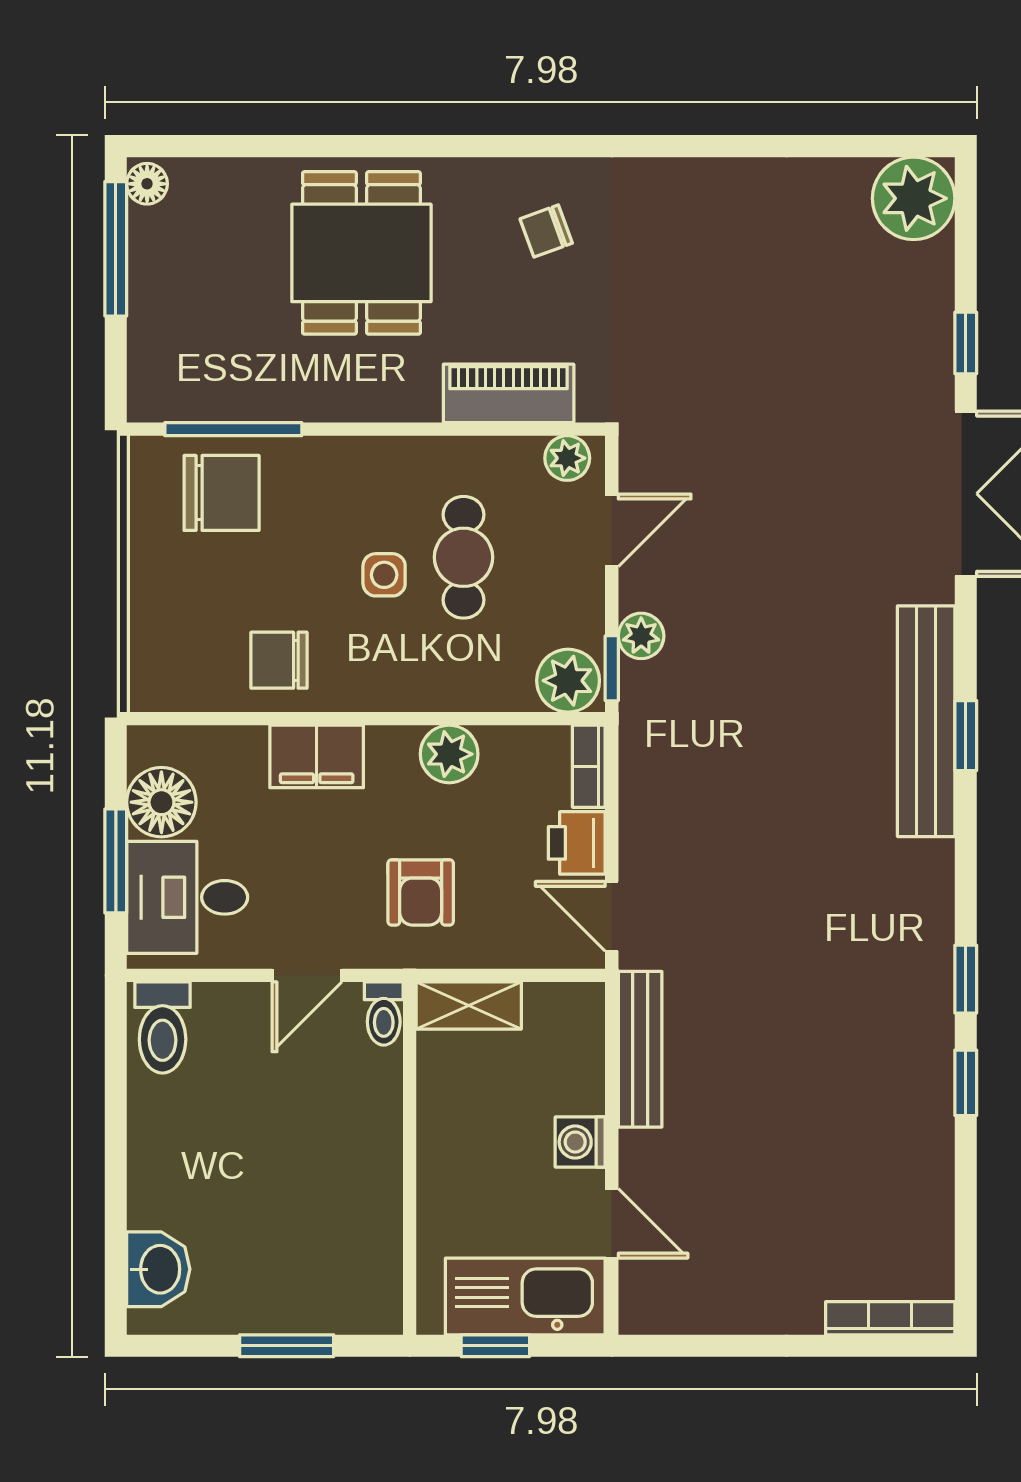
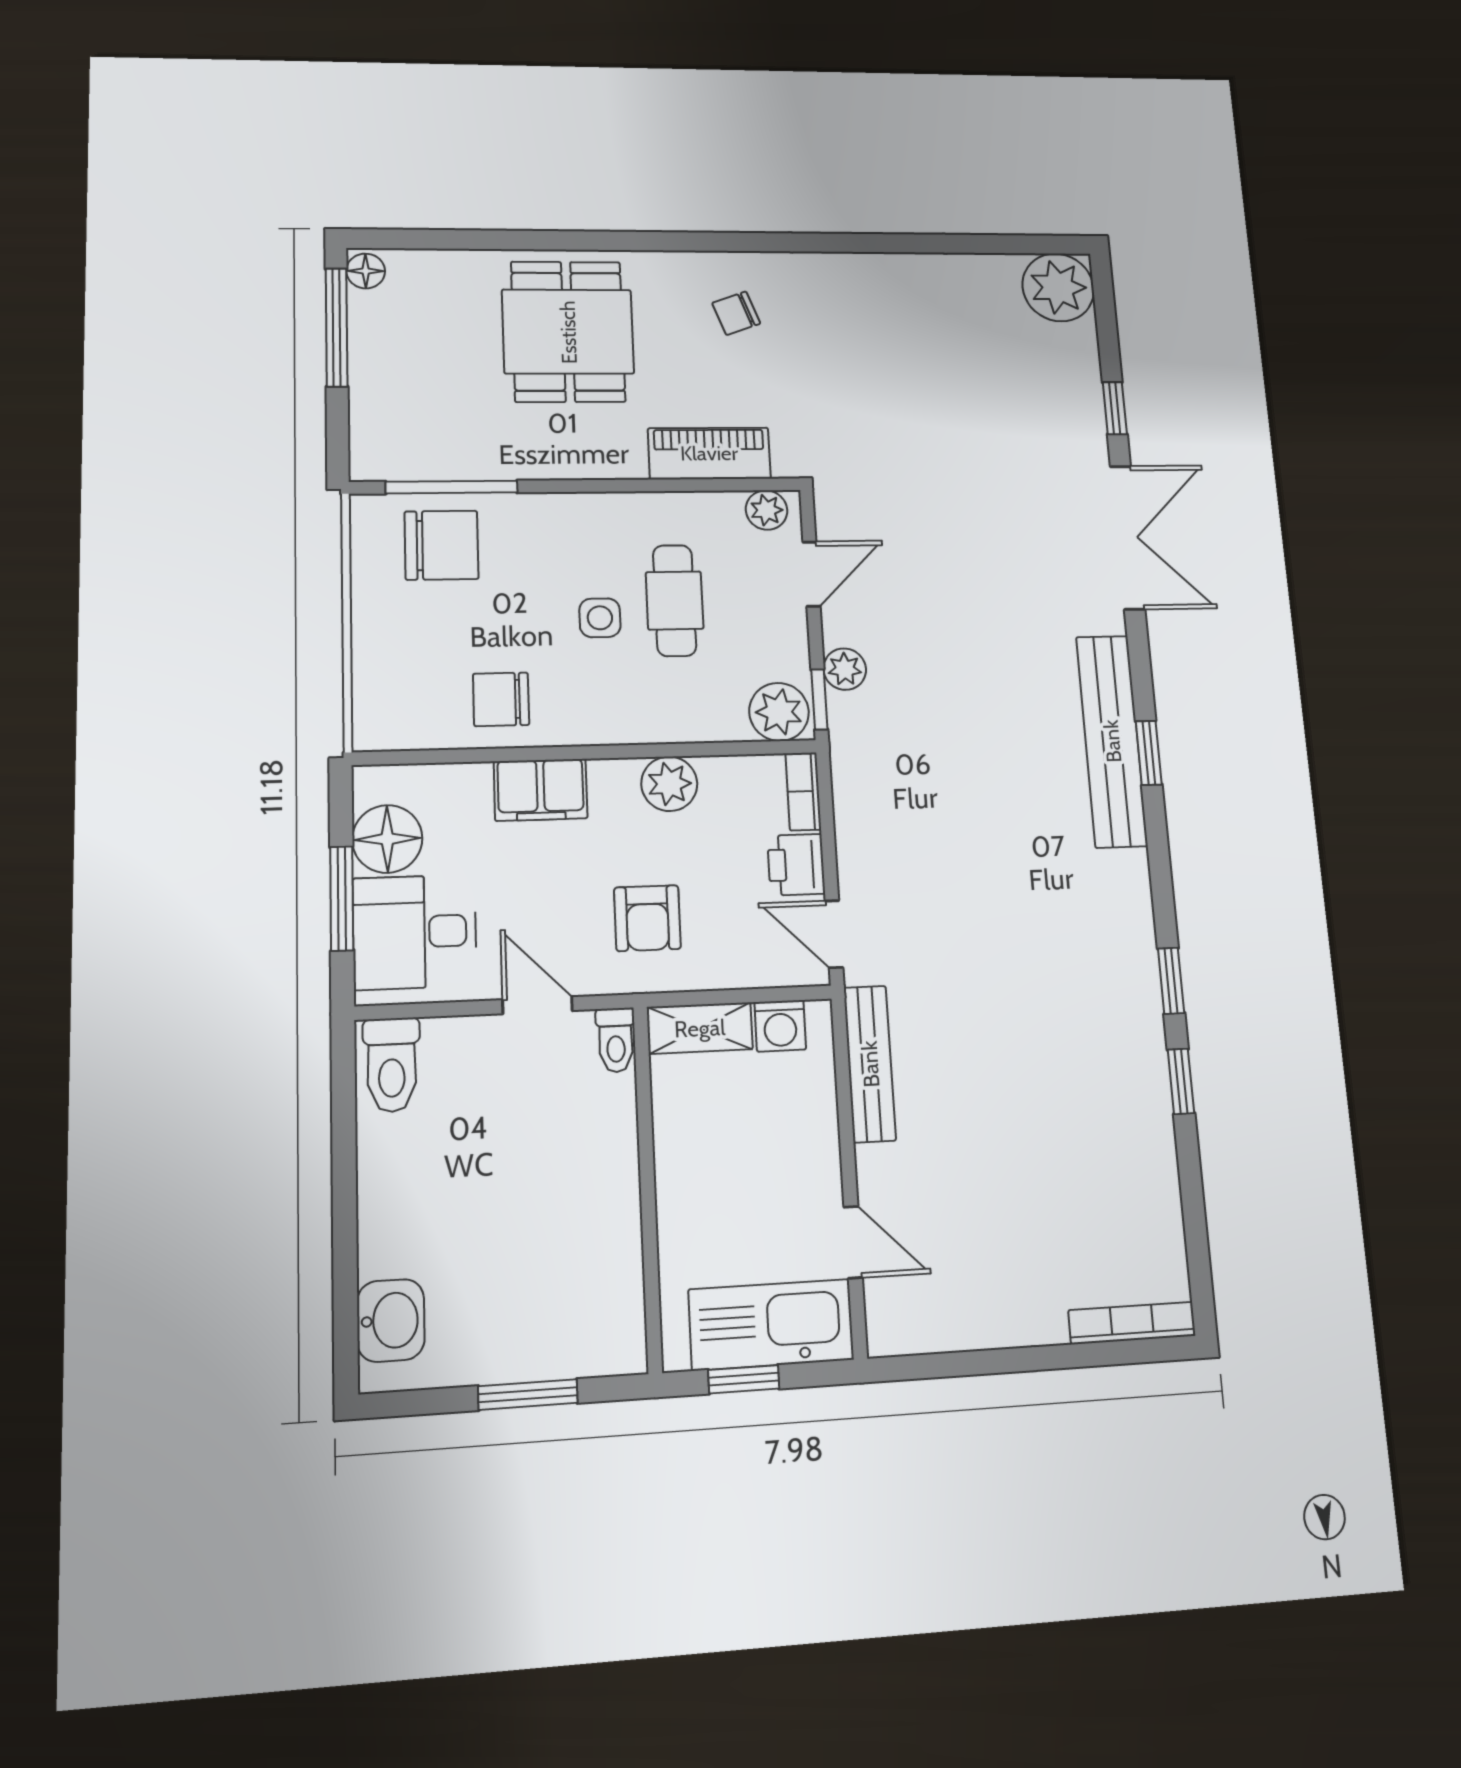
door: (307, 975) -> (537, 1005), swing flipped
washing machine: (580, 1142) -> (780, 1026), moved, turned -90

